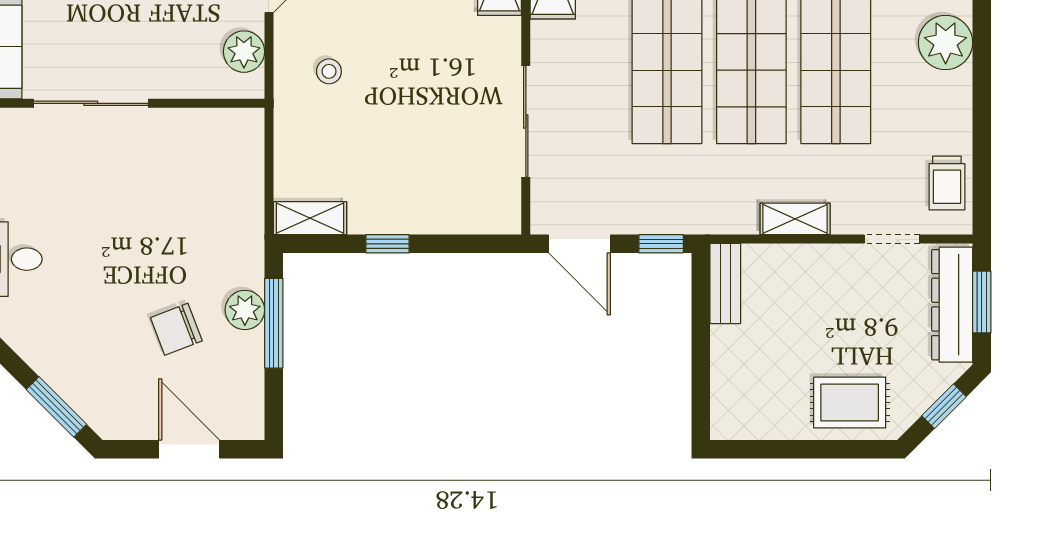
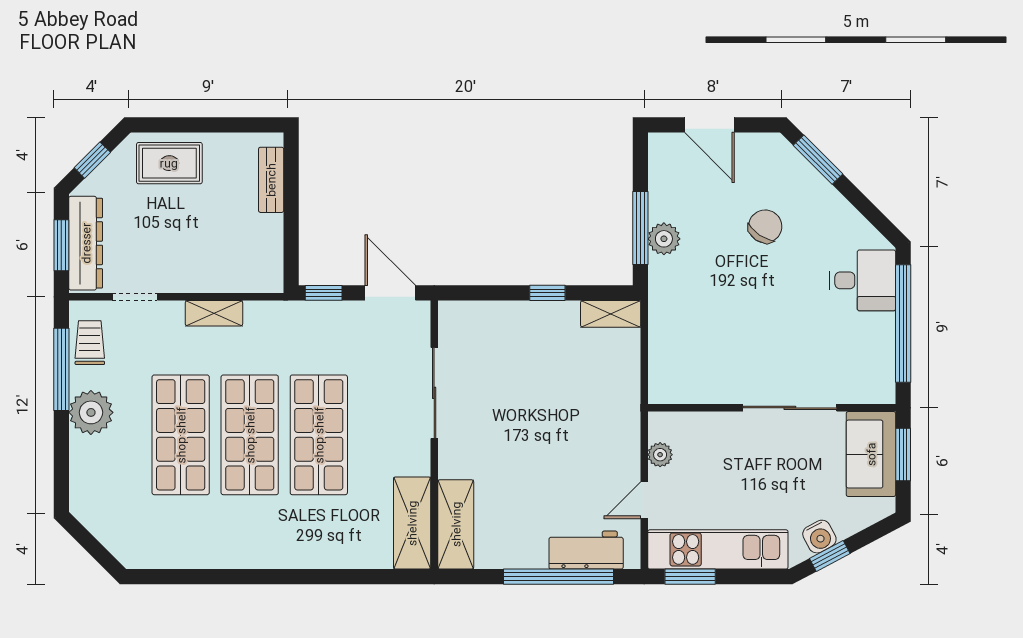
plant: (946, 43) -> (91, 412), moved
plant: (244, 52) -> (660, 455), width x0.73, depth x0.73
stool: (329, 71) -> (595, 434), removed
window: (982, 150) -> (61, 369), added
bench: (725, 283) -> (271, 180), moved
chair: (176, 329) -> (765, 226), moved, turned -35

